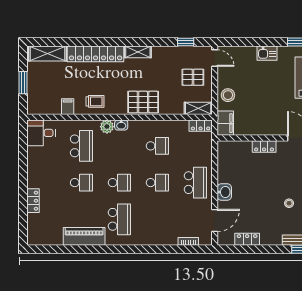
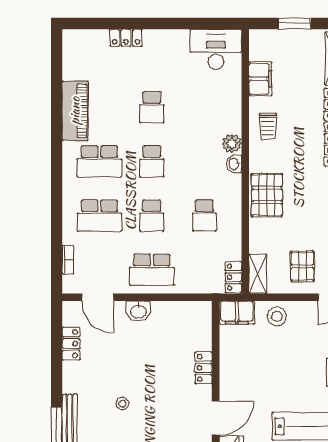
filing cabinet: (68, 107) -> (260, 79), width x2.00
desk: (41, 133) -> (216, 49), width x1.37
school desk: (81, 146) -> (99, 216), moved

